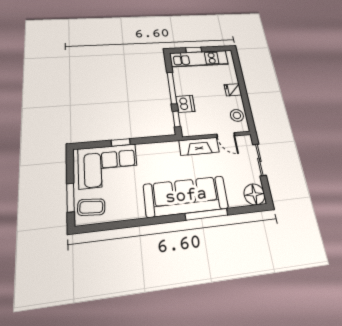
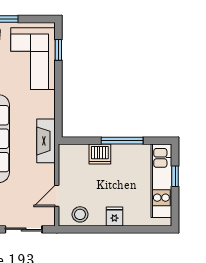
window: (176, 119) -> (81, 141), removed
window: (121, 142) -> (58, 50), moved
fireplace: (199, 146) -> (46, 141), moved

